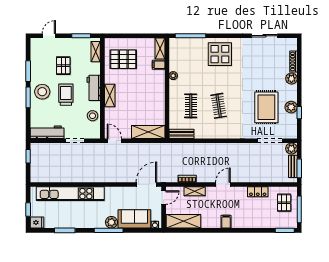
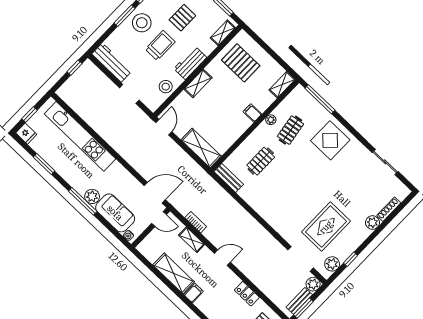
filing cabinet: (159, 65) -> (252, 113), moved
clothes rail: (219, 106) -> (290, 130), moved
plant: (291, 107) -> (332, 264), moved
shelving: (184, 221) -> (174, 273), moved

